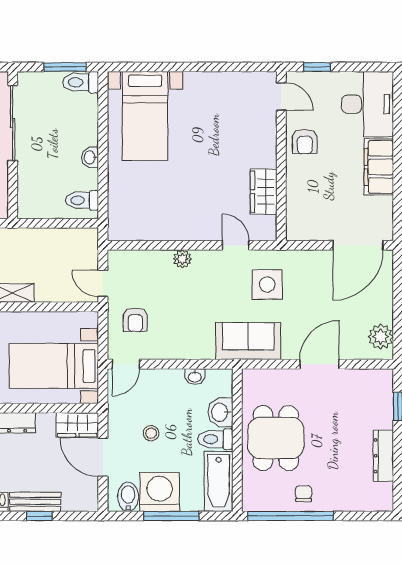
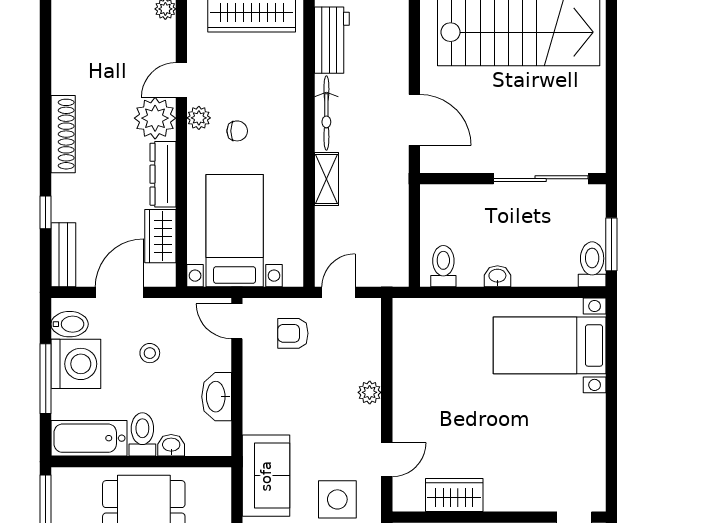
washbasin: (195, 377) -> (217, 397), width x1.91, depth x1.45
washbasin: (220, 412) -> (171, 445), width x0.72, depth x0.69
wardrobe: (77, 425) -> (160, 236), moved
bench: (35, 502) -> (63, 255), moved

